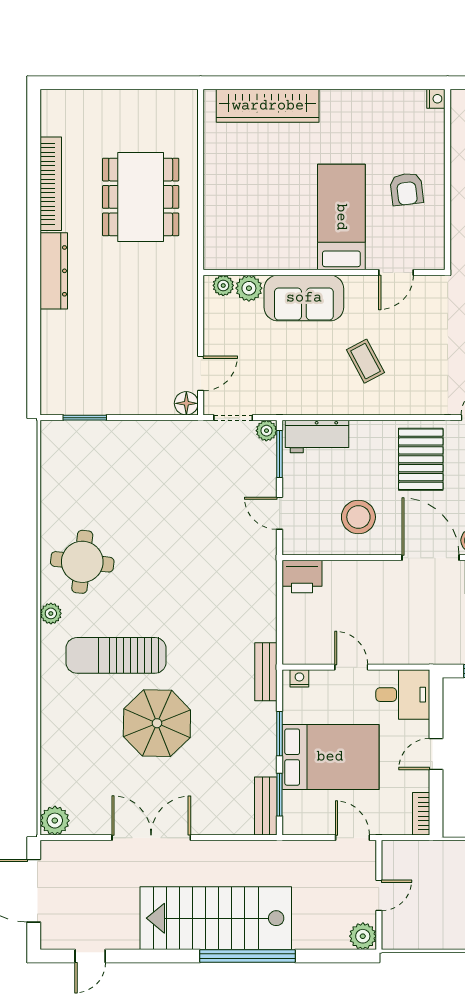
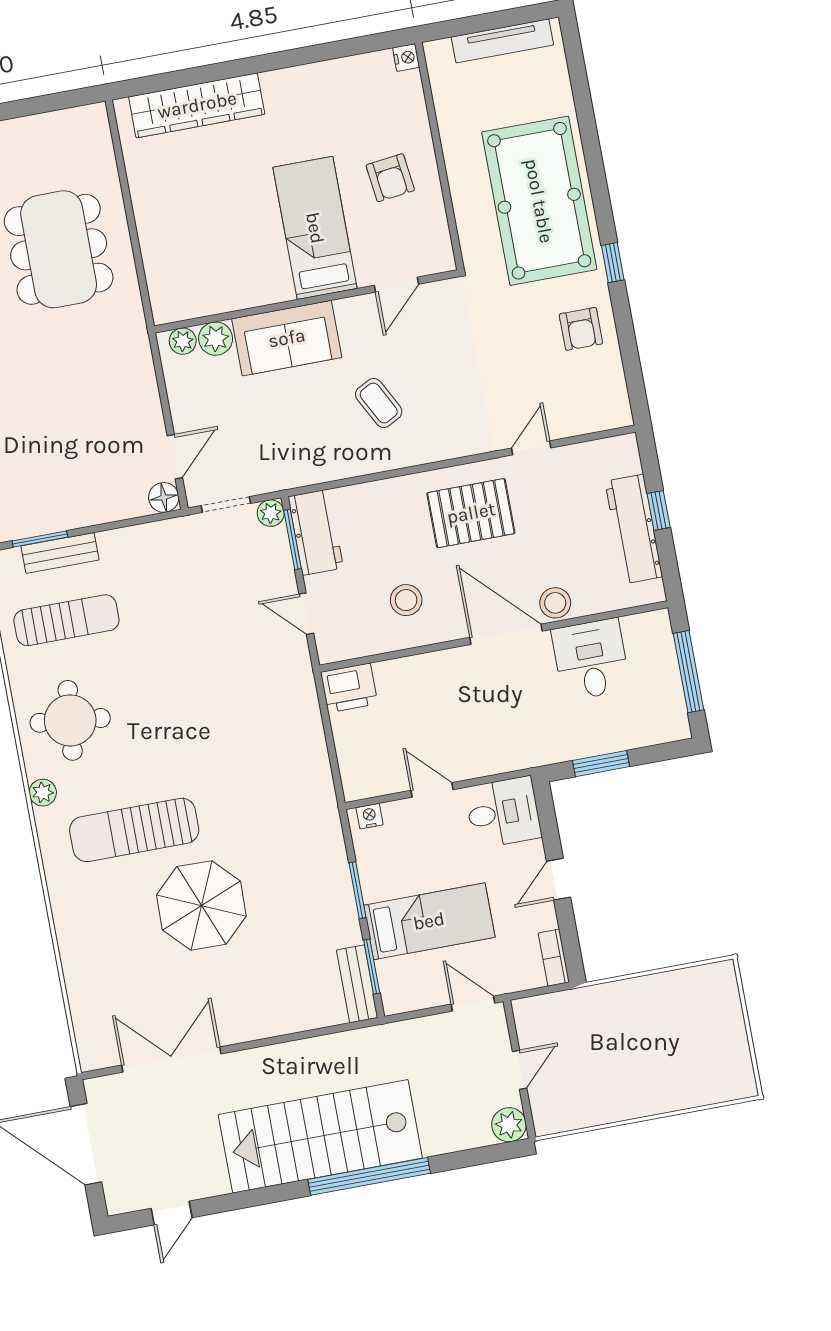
workbench: (317, 436) -> (316, 532), moved, turned -90
pallet: (421, 459) -> (471, 513), turned 90
sun lounger: (94, 484) -> (66, 620), added
stool: (358, 517) -> (406, 600), width x0.73, depth x0.73
bench: (266, 672) -> (60, 553), moved, turned 90
bed: (330, 757) -> (429, 921), width x0.67
plant: (55, 821) -> (96, 1051), removed
double door: (151, 838) -> (171, 1059), moved

